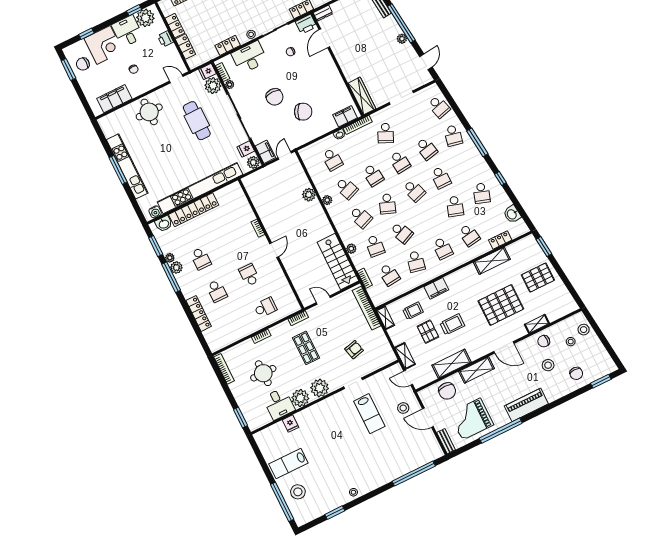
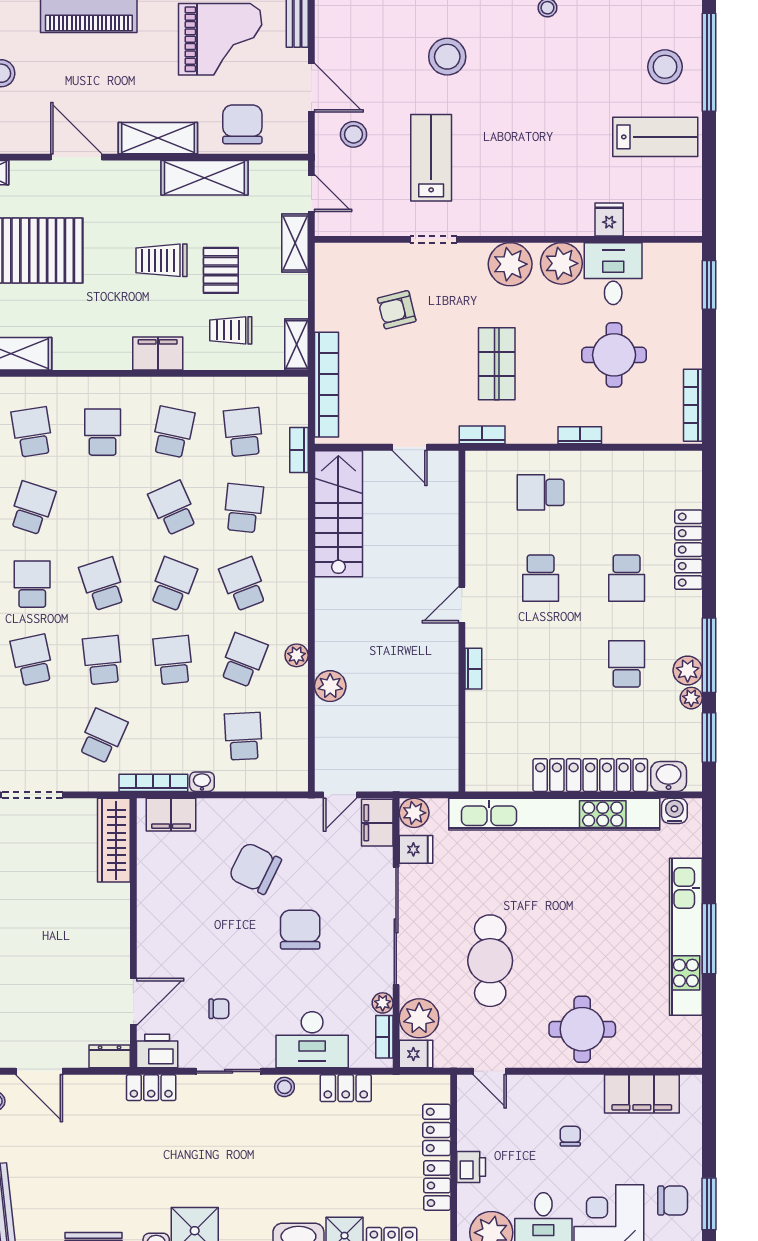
school desk: (346, 188) -> (243, 660), turned 42
plant: (351, 249) -> (296, 527), removed
school desk: (217, 291) -> (627, 578), turned 180
stool: (382, 455) -> (447, 57), added

